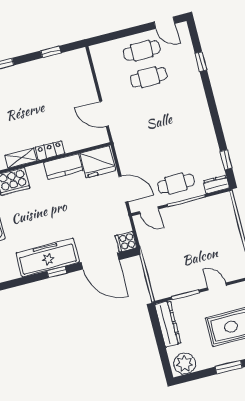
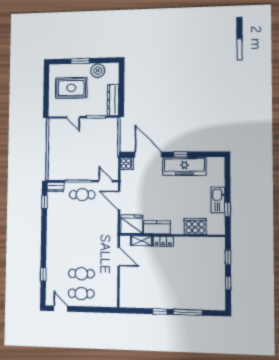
window: (51, 52) -> (160, 311), moved
shelving: (21, 158) -> (142, 241), moved
plant: (185, 364) -> (98, 71), moved

